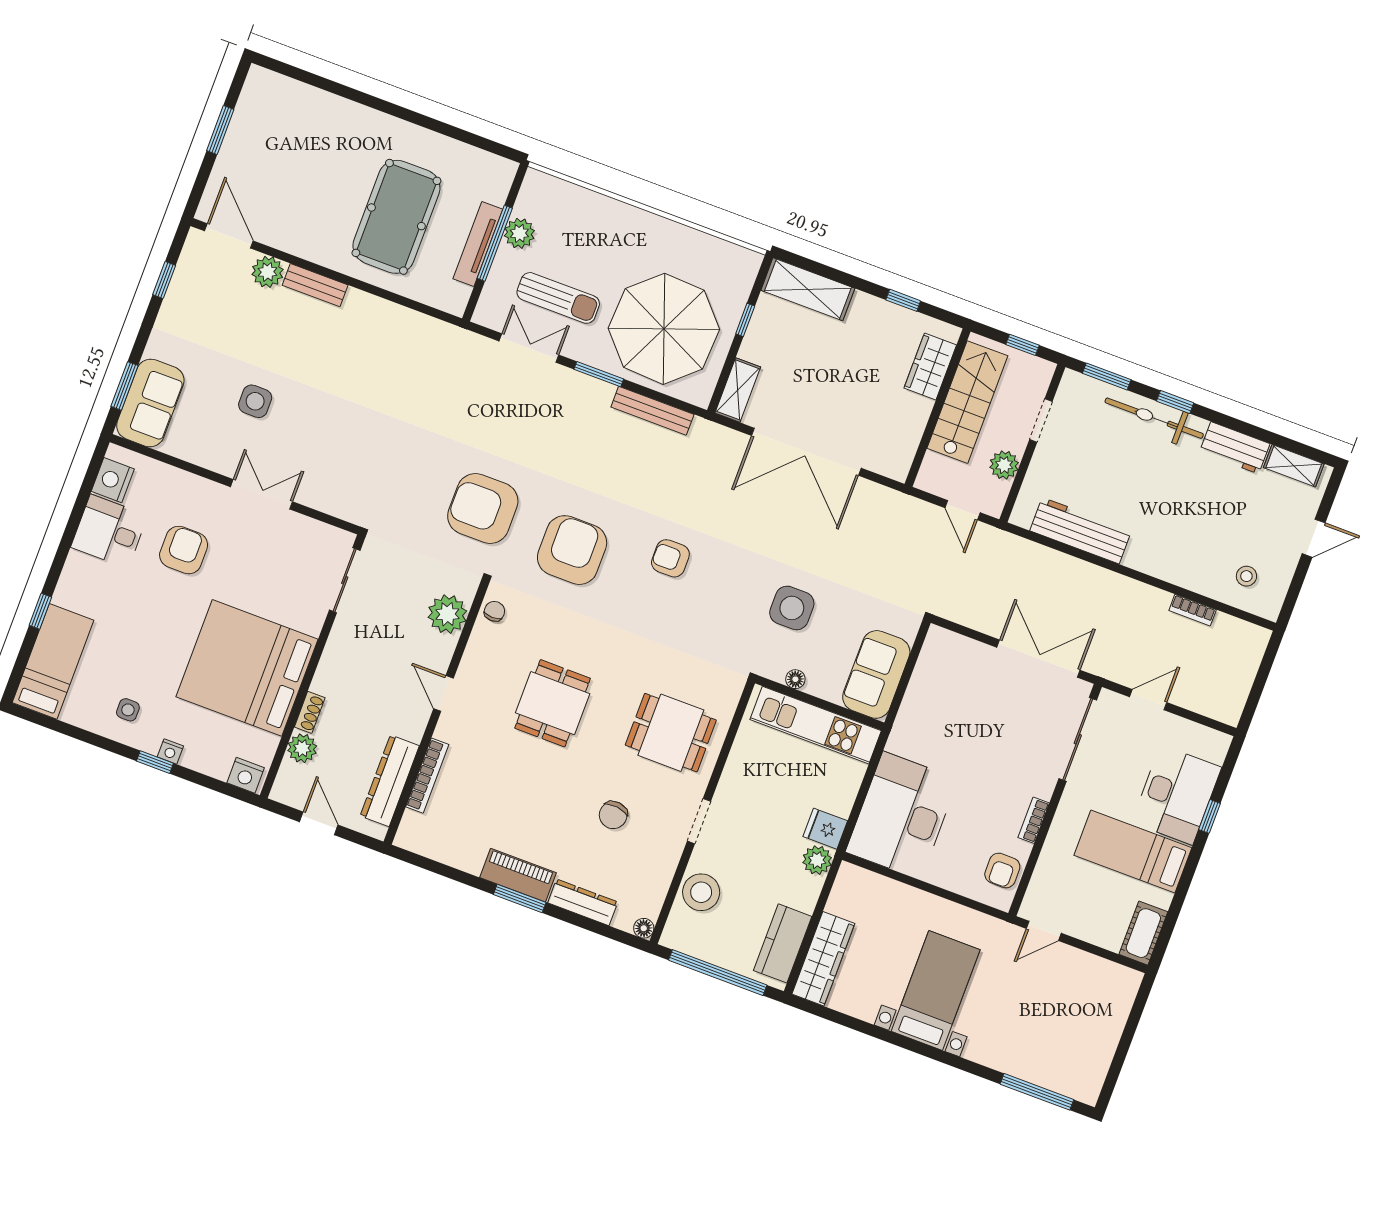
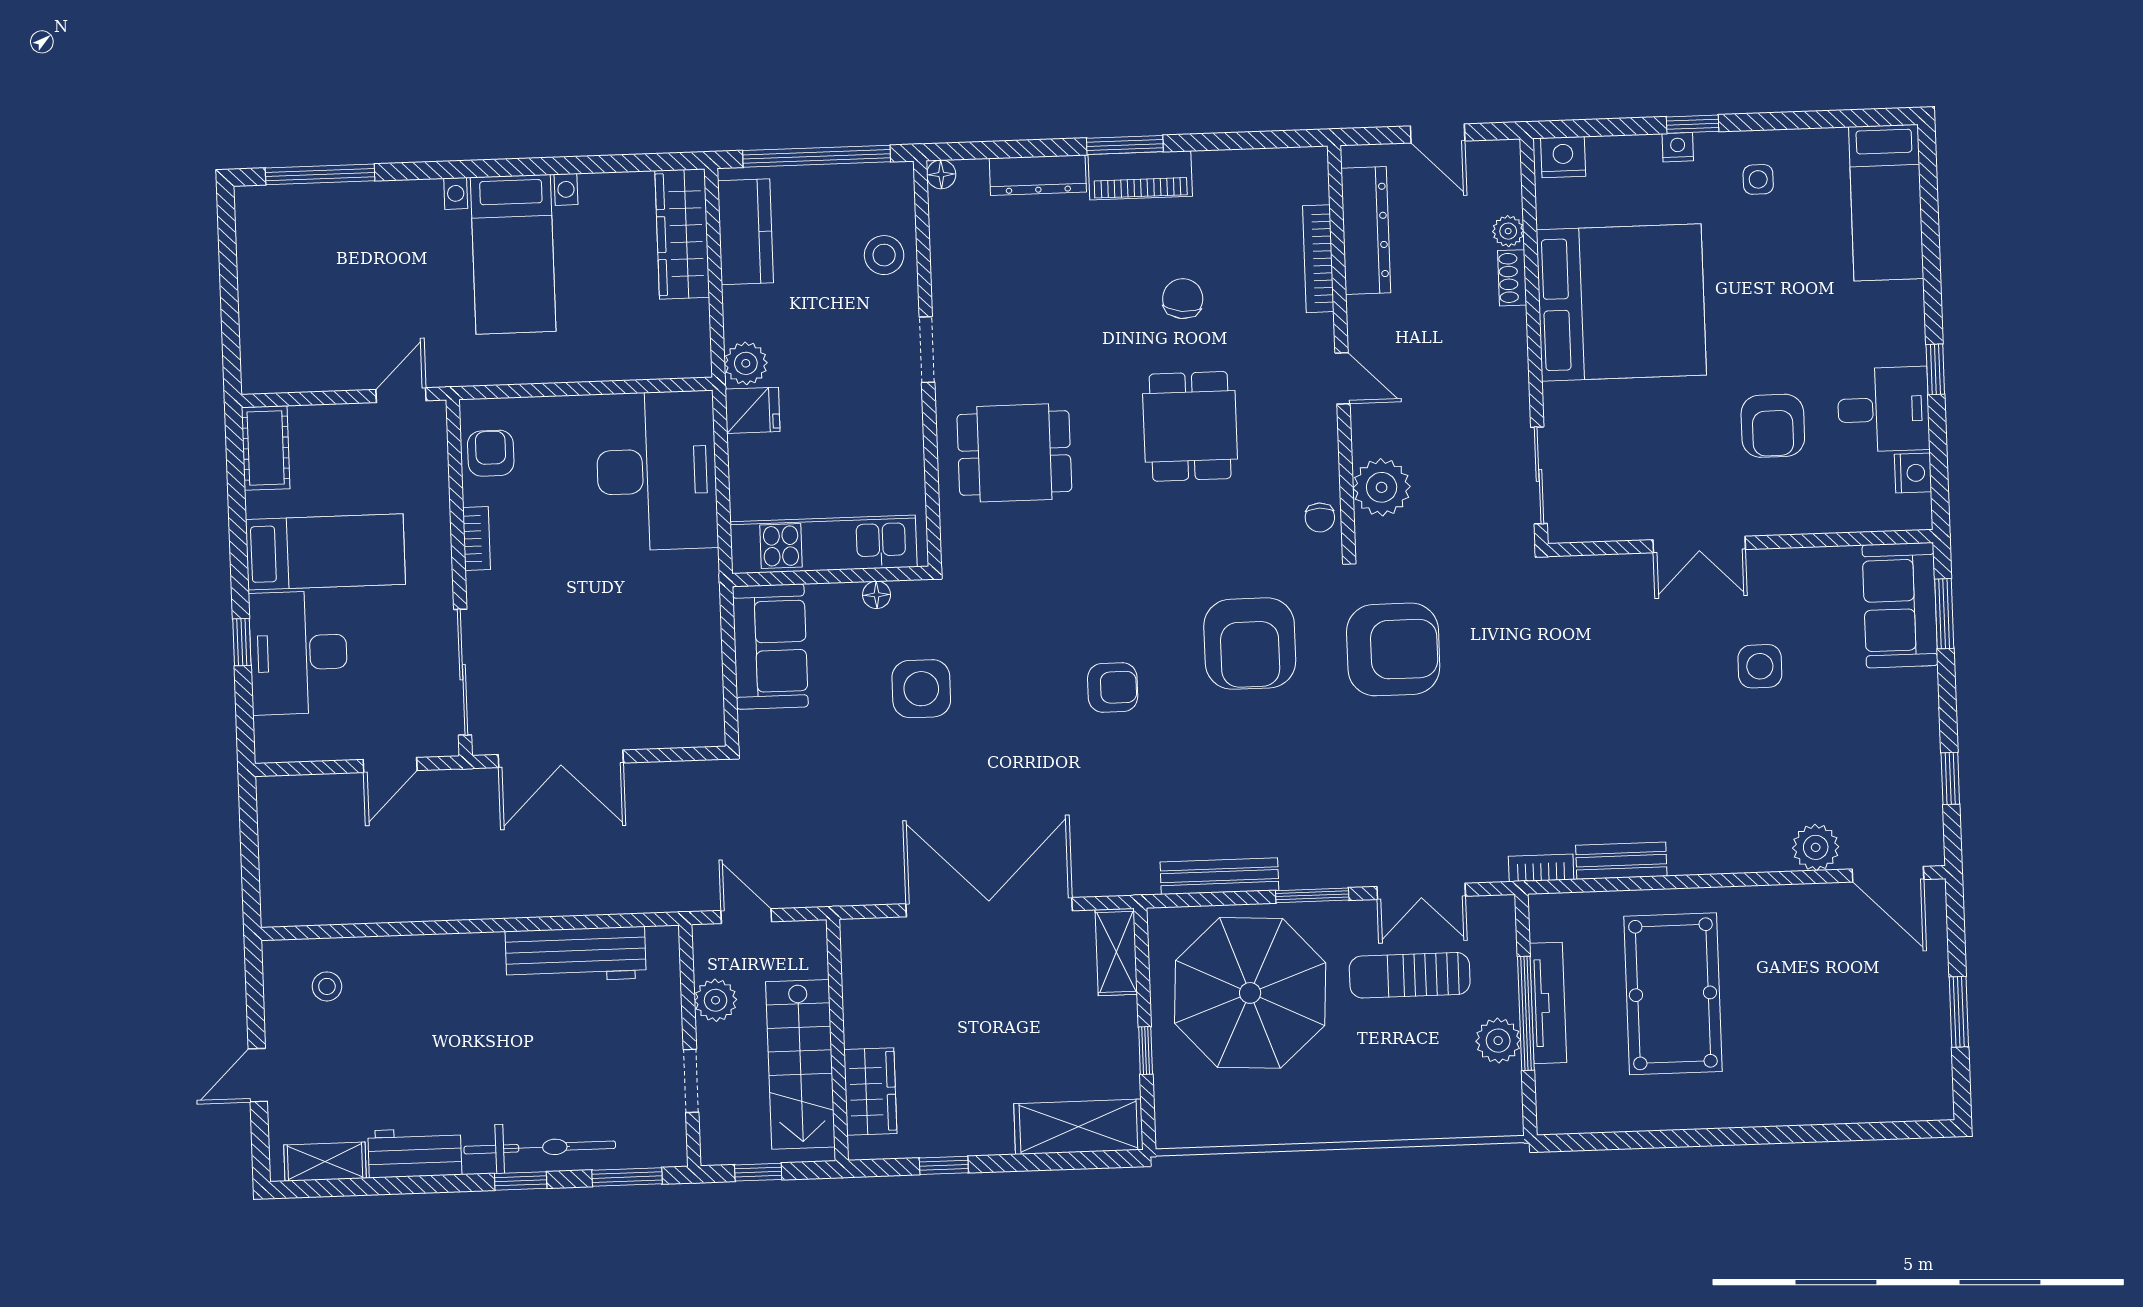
bench: (315, 285) -> (1621, 861), moved
nightstand: (113, 480) -> (1913, 473), width x0.74, depth x0.75
bookcase: (1193, 610) -> (1541, 868), moved
window: (40, 611) -> (1935, 369), moved
plant: (302, 748) -> (1508, 231), width x0.73, depth x0.73
chair: (613, 815) -> (1183, 299), moved
stool: (701, 892) -> (884, 255), width x0.73, depth x0.73

